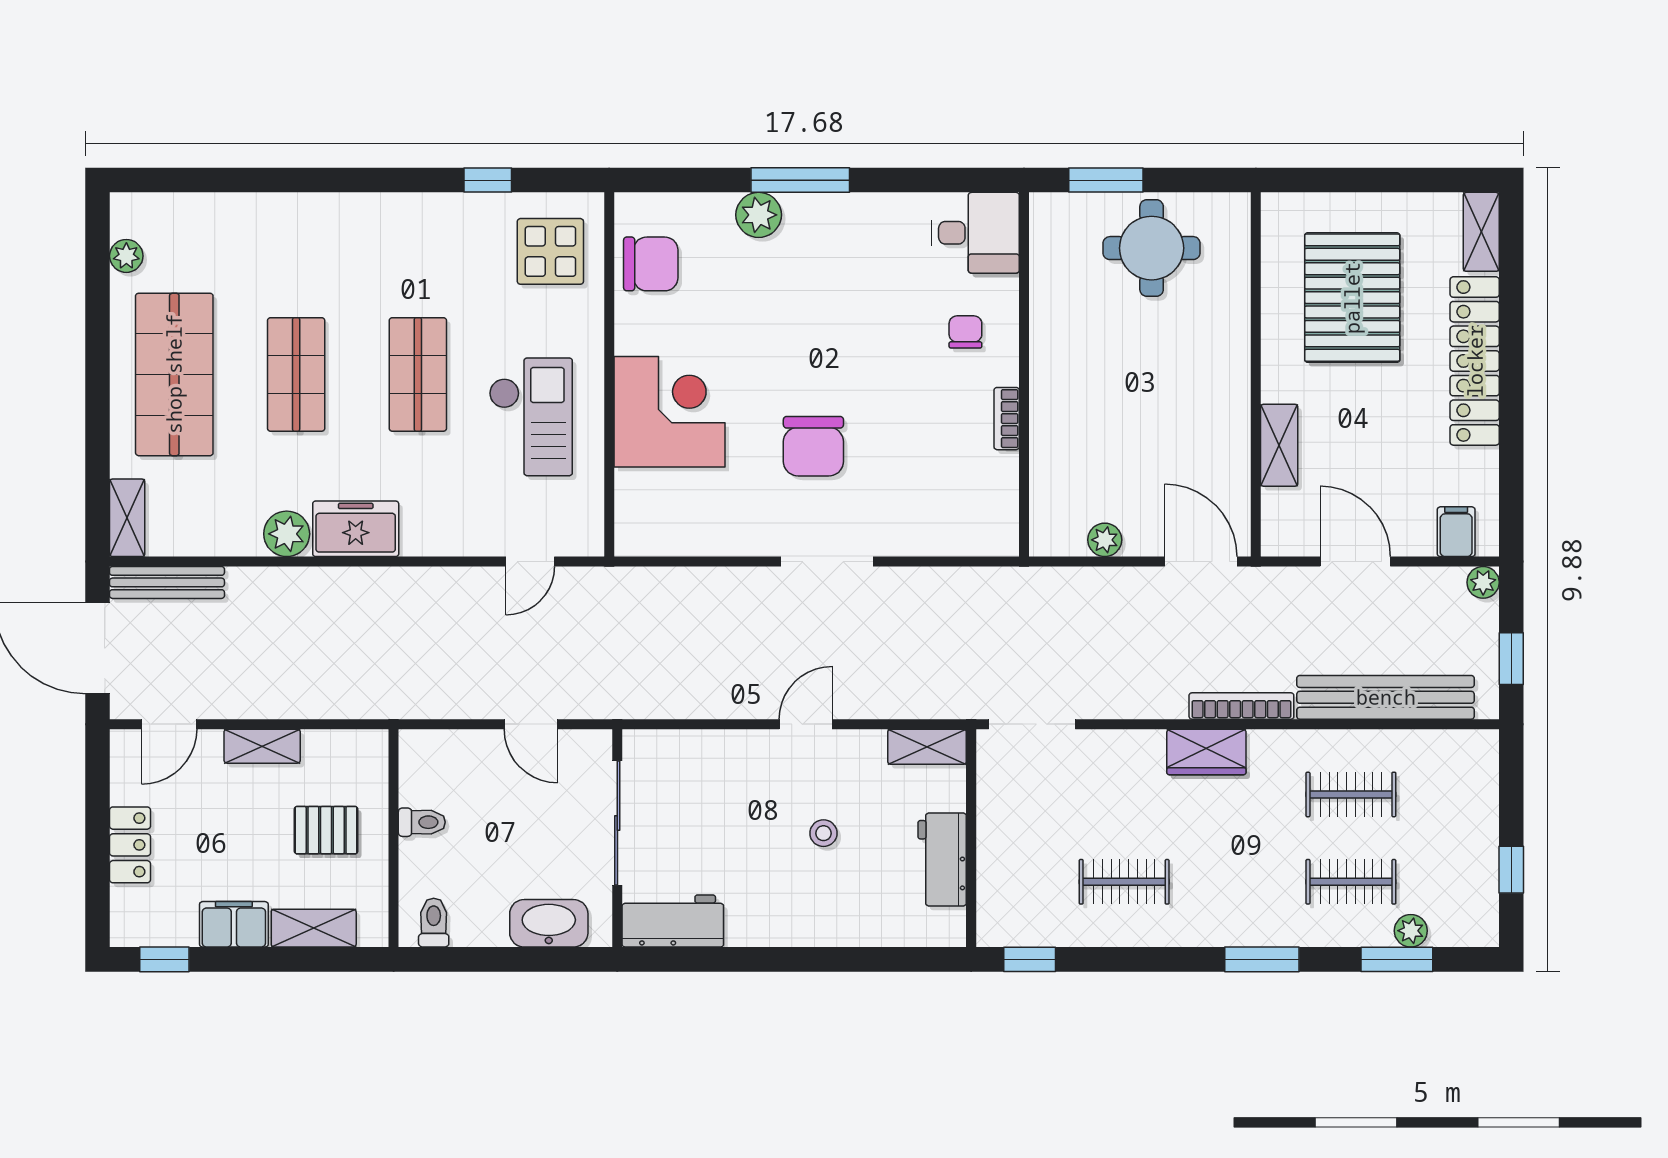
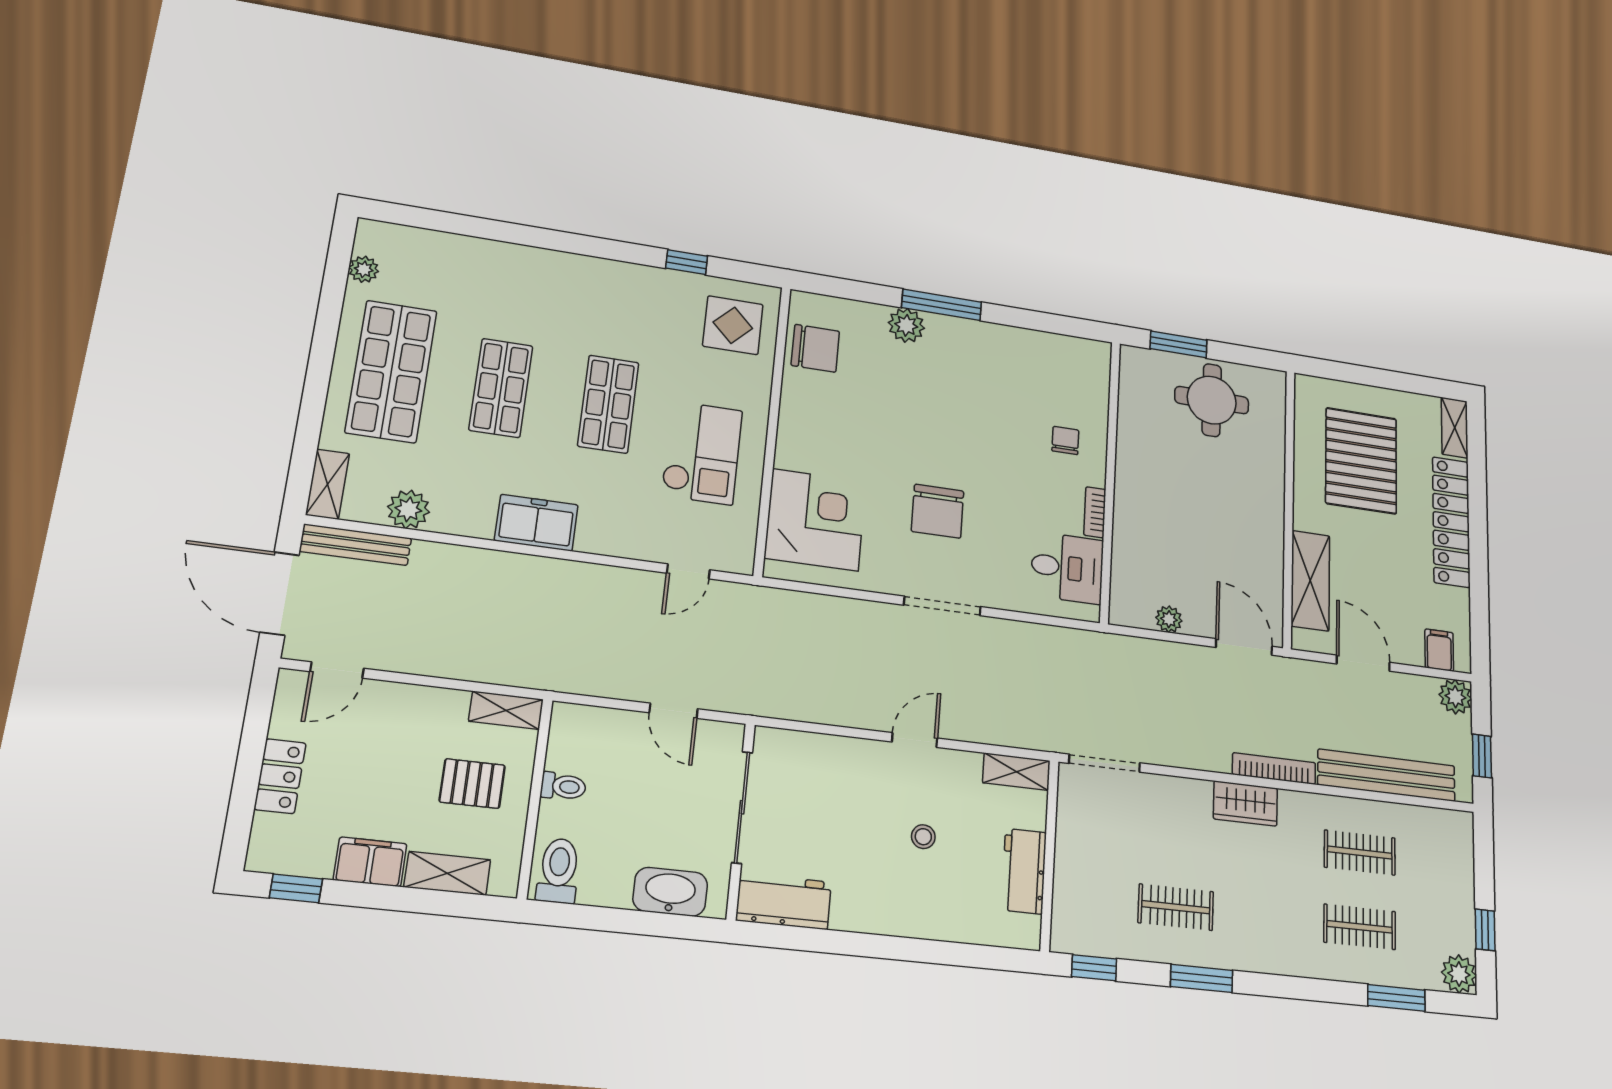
desk: (975, 233) -> (1067, 568), moved
corner desk: (669, 412) -> (815, 520), moved
shelving: (1279, 445) -> (1310, 581), width x1.50, depth x1.33
plant: (287, 534) -> (408, 509), moved
plant: (1483, 582) -> (1455, 697), width x1.38, depth x1.38
shelving: (262, 746) -> (506, 710), moved
toilet: (434, 923) -> (559, 871), width x1.37, depth x1.39
plant: (1411, 931) -> (1459, 974), moved, width x1.38, depth x1.38
window: (1262, 959) -> (1202, 978), moved

